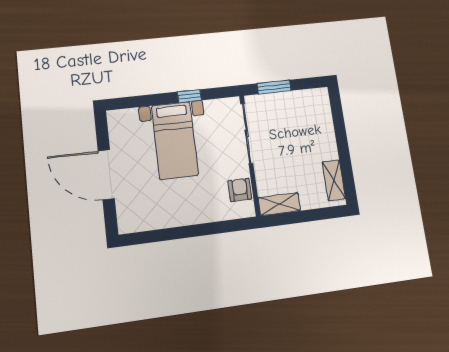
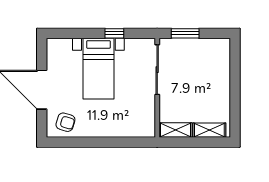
shelving: (334, 180) -> (209, 130), moved, turned 90
armchair: (240, 190) -> (65, 122), moved, turned 107

